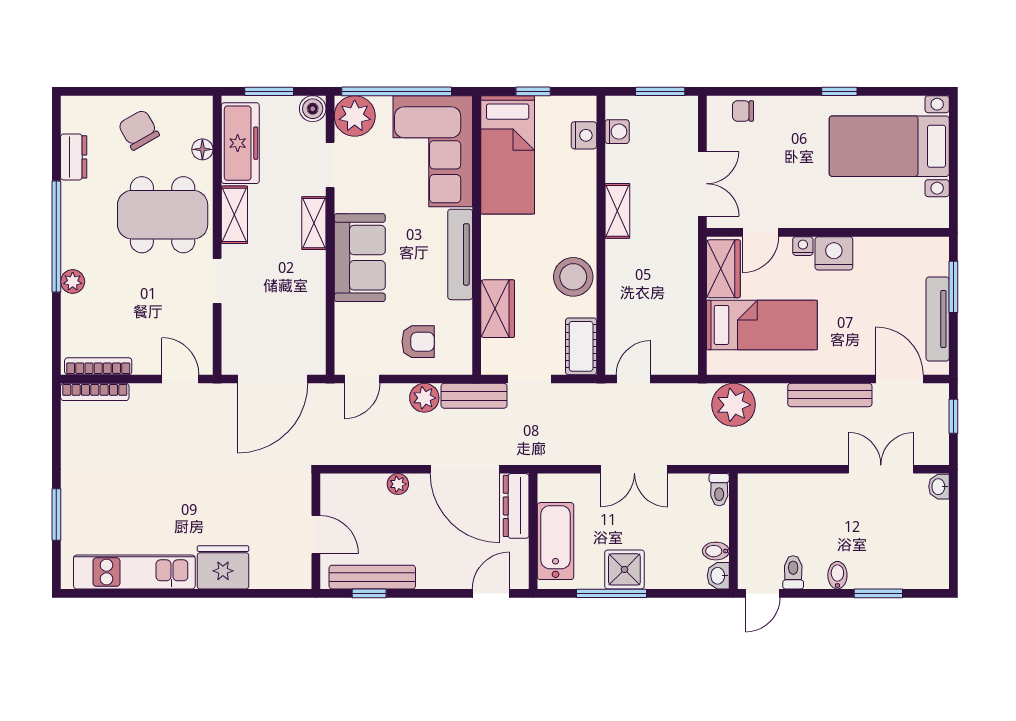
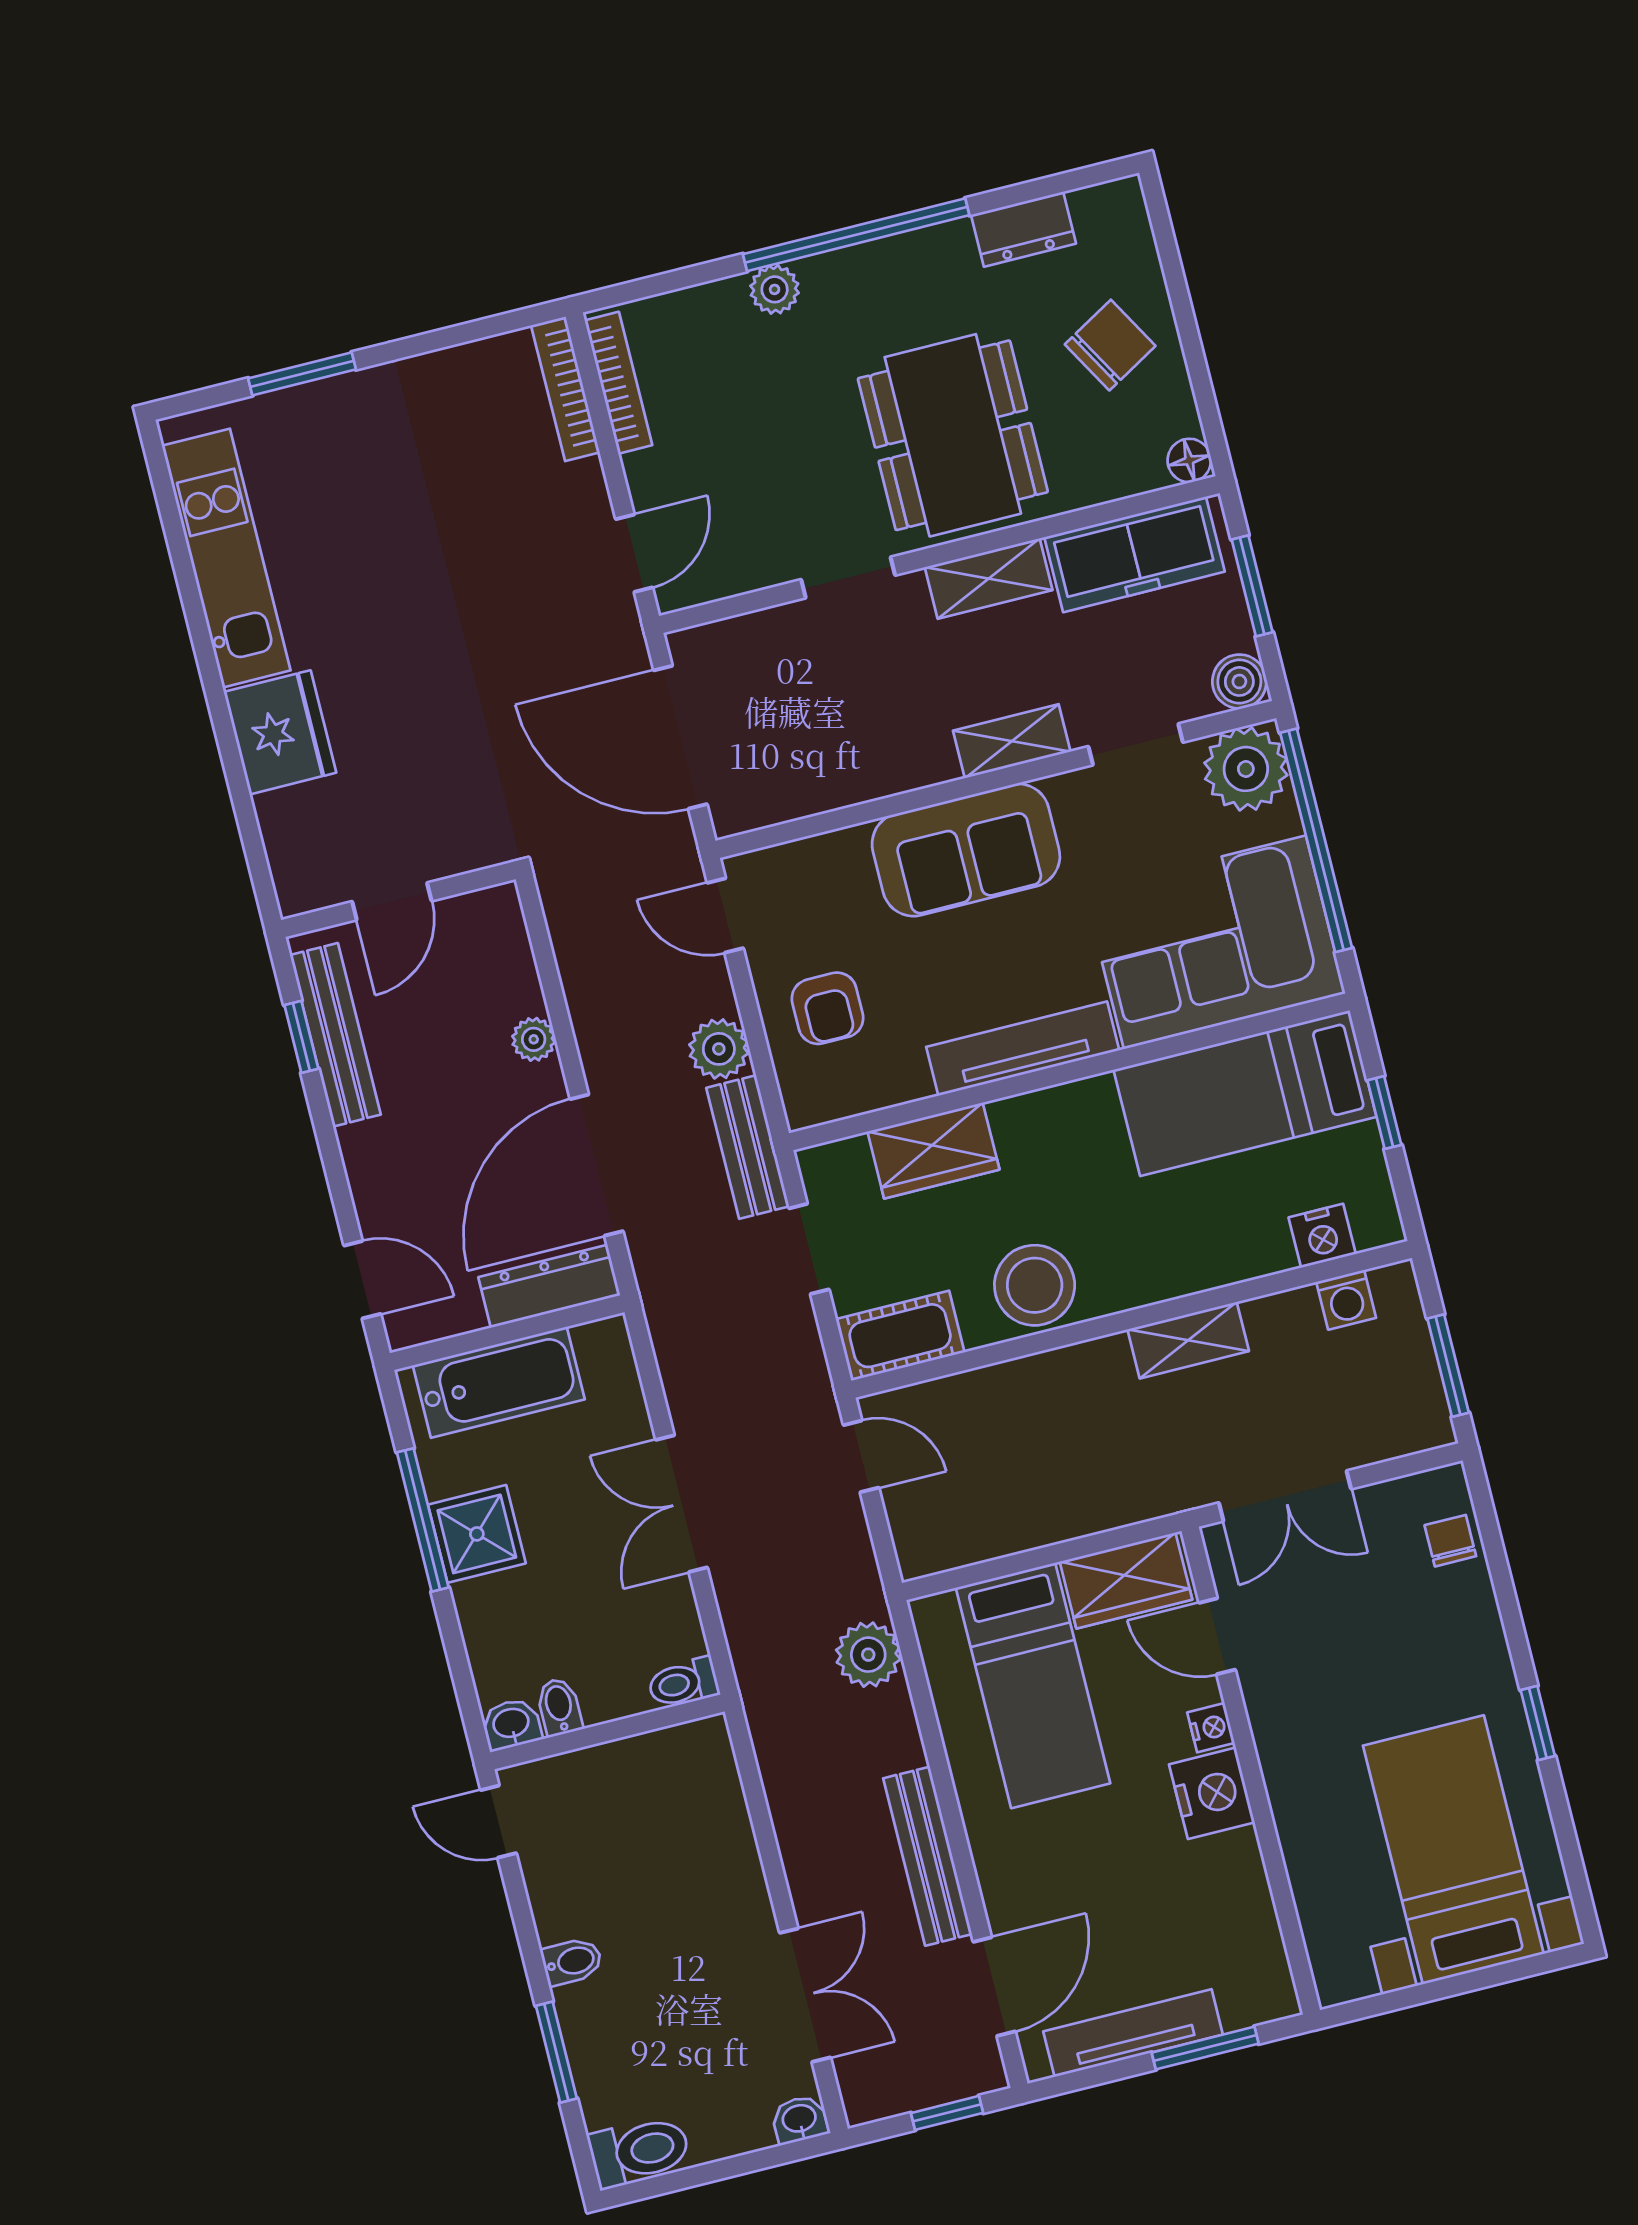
floor lamp: (202, 149) -> (1189, 460), moved
plant: (734, 405) -> (868, 1655), width x0.73, depth x0.73
toilet: (793, 572) -> (639, 2151), moved, width x1.37, depth x1.39

